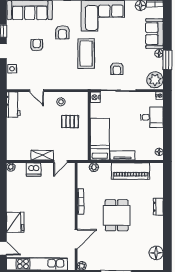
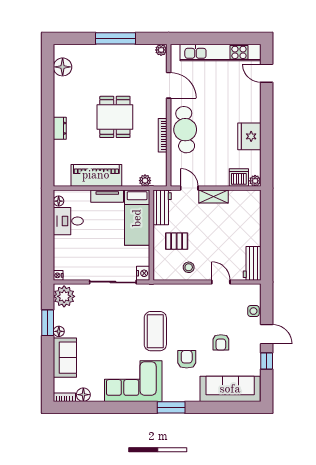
armchair: (117, 69) -> (115, 311), removed
desk: (152, 117) -> (68, 221), moved
workbench: (81, 147) -> (162, 207), added
door: (61, 161) -> (189, 188), hinge flipped
dishwasher: (34, 169) -> (239, 178), moved
cafe table: (64, 206) -> (185, 130), added
fridge: (15, 222) -> (249, 136), moved
door: (76, 239) -> (169, 85), swing flipped

